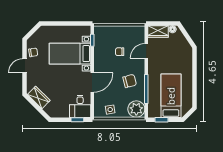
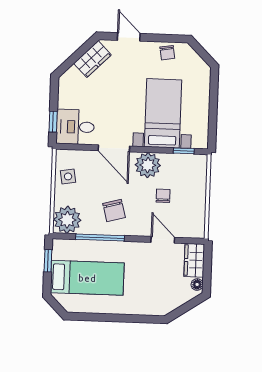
plant: (102, 62) -> (148, 165), added
door: (25, 66) -> (129, 37), moved

